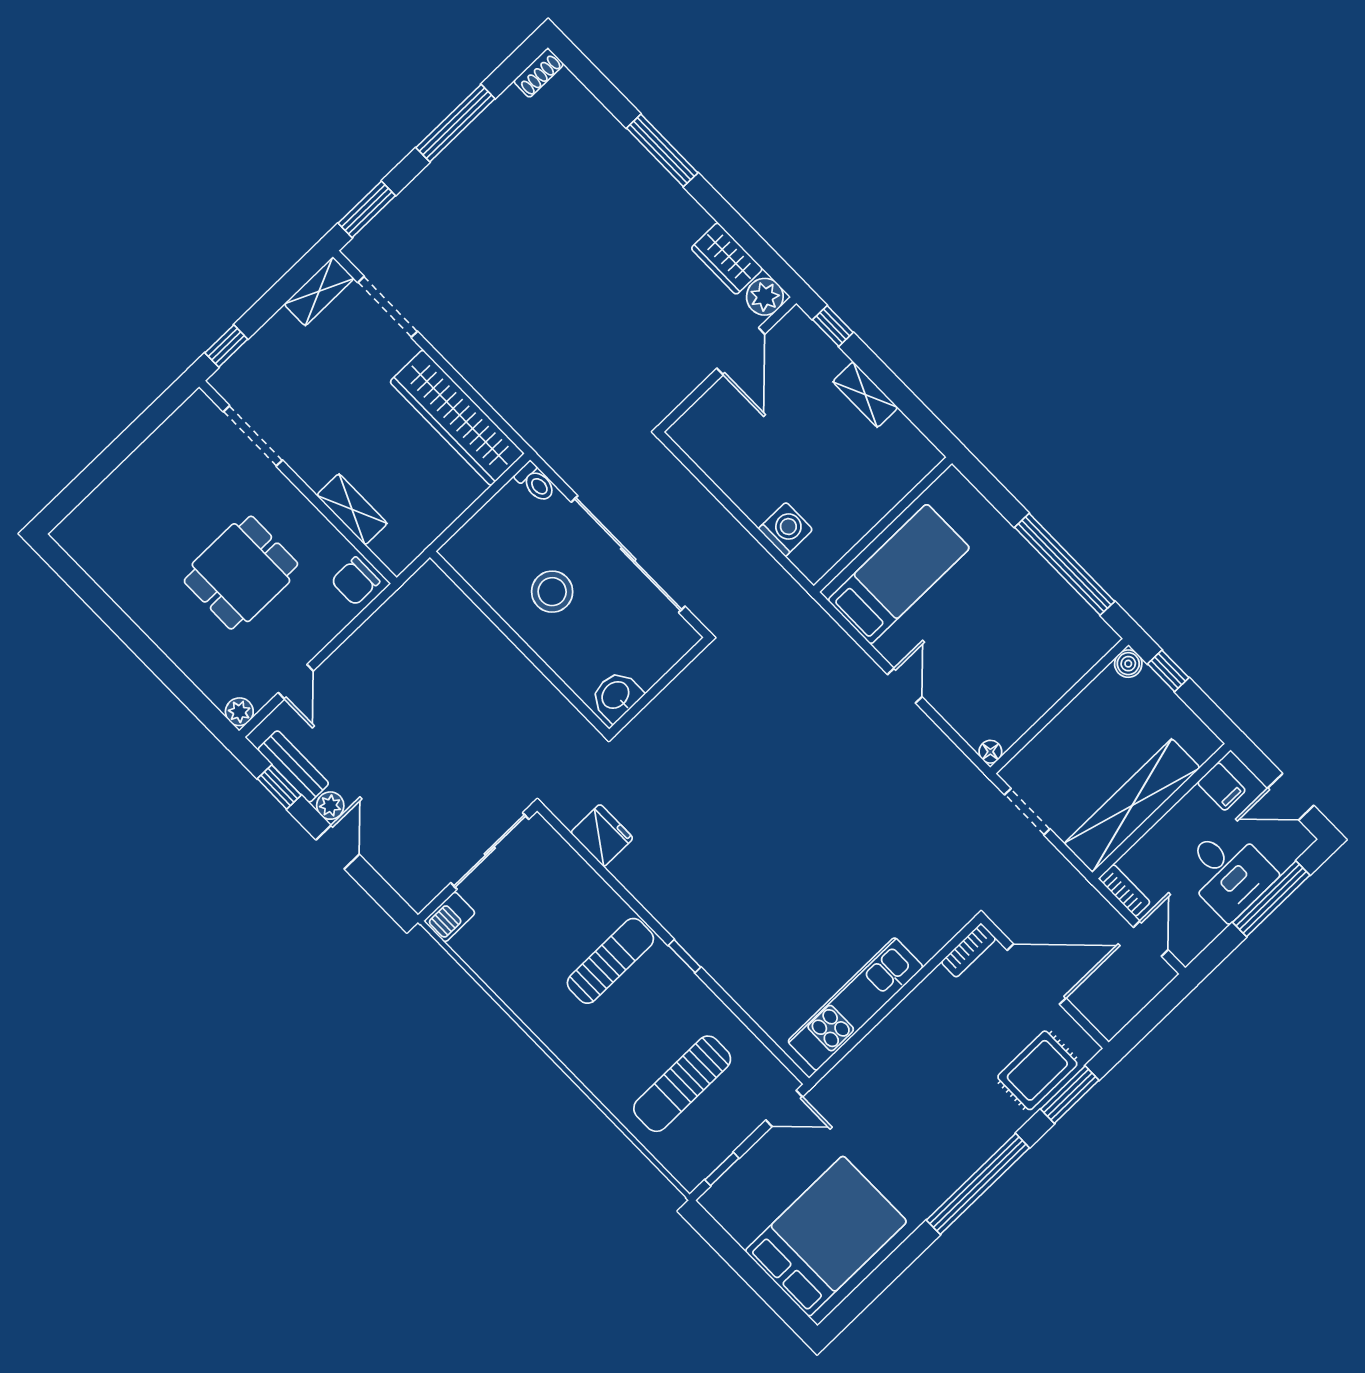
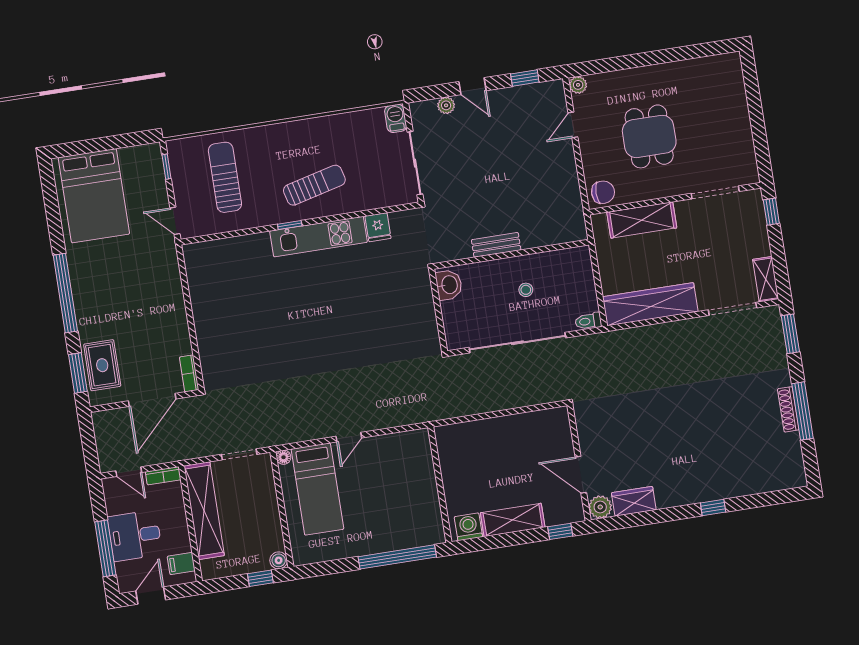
shoe rack: (539, 73) -> (788, 409), moved, width x1.43
window: (662, 150) -> (713, 507), width x0.46
shelving: (865, 395) -> (513, 520), width x1.50, depth x1.33
shelving: (352, 509) -> (642, 220), width x1.50, depth x1.33
washing machine: (786, 529) -> (468, 527), moved, turned 180
window: (1065, 564) -> (397, 557), moved
bed: (899, 574) -> (317, 489), moved
chair: (355, 581) -> (603, 192), turned 90
stool: (552, 592) -> (526, 290), width x0.53, depth x0.53
door: (296, 682) -> (573, 125), hinge flipped
door: (905, 686) -> (349, 437), hinge flipped
bench: (293, 766) -> (496, 245), moved
plant: (330, 806) -> (446, 105), moved
fridge: (602, 835) -> (378, 227), width x0.72
sun lounger: (610, 961) -> (314, 185), turned -104
kitchen unit: (855, 1004) -> (319, 237), moved, turned 90
door: (784, 1108) -> (175, 221), hinge flipped

